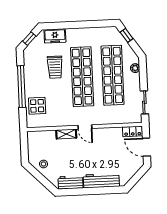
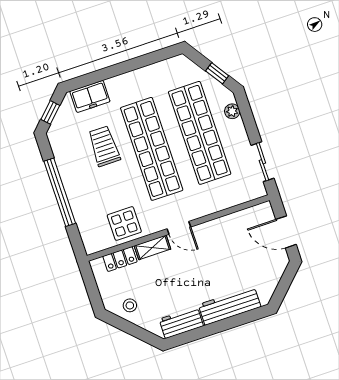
window: (127, 35) -> (217, 73), moved
trolley: (55, 67) -> (104, 146), turned 180
display table: (37, 106) -> (124, 224), moved
locker: (133, 131) -> (120, 259), moved

